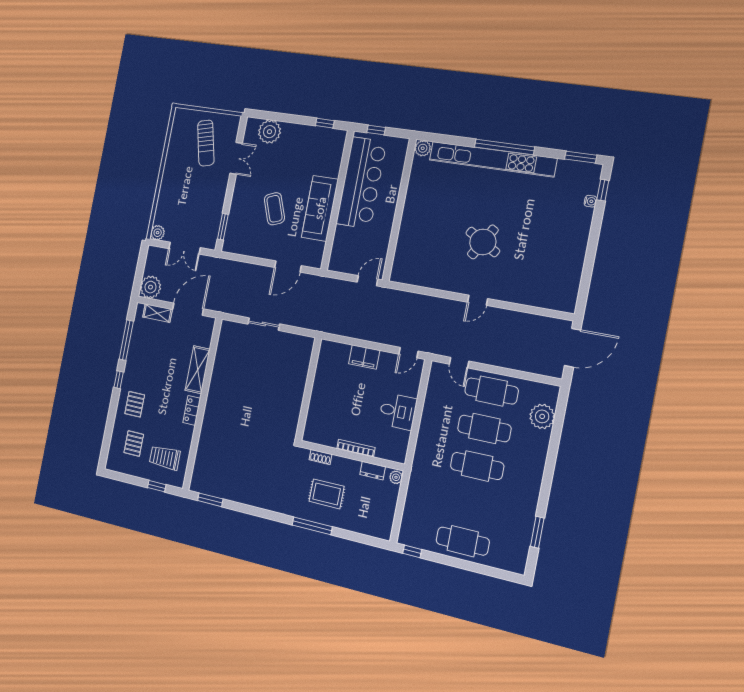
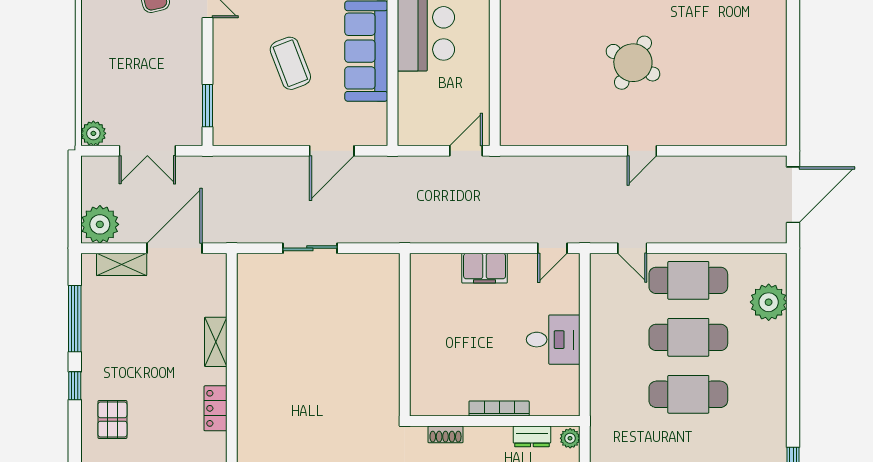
shelving: (198, 370) -> (216, 342), width x0.67, depth x0.75

